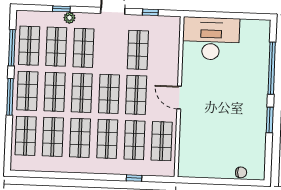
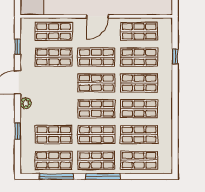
plant: (70, 18) -> (26, 103), moved
shop shelf: (84, 48) -> (54, 31), moved

